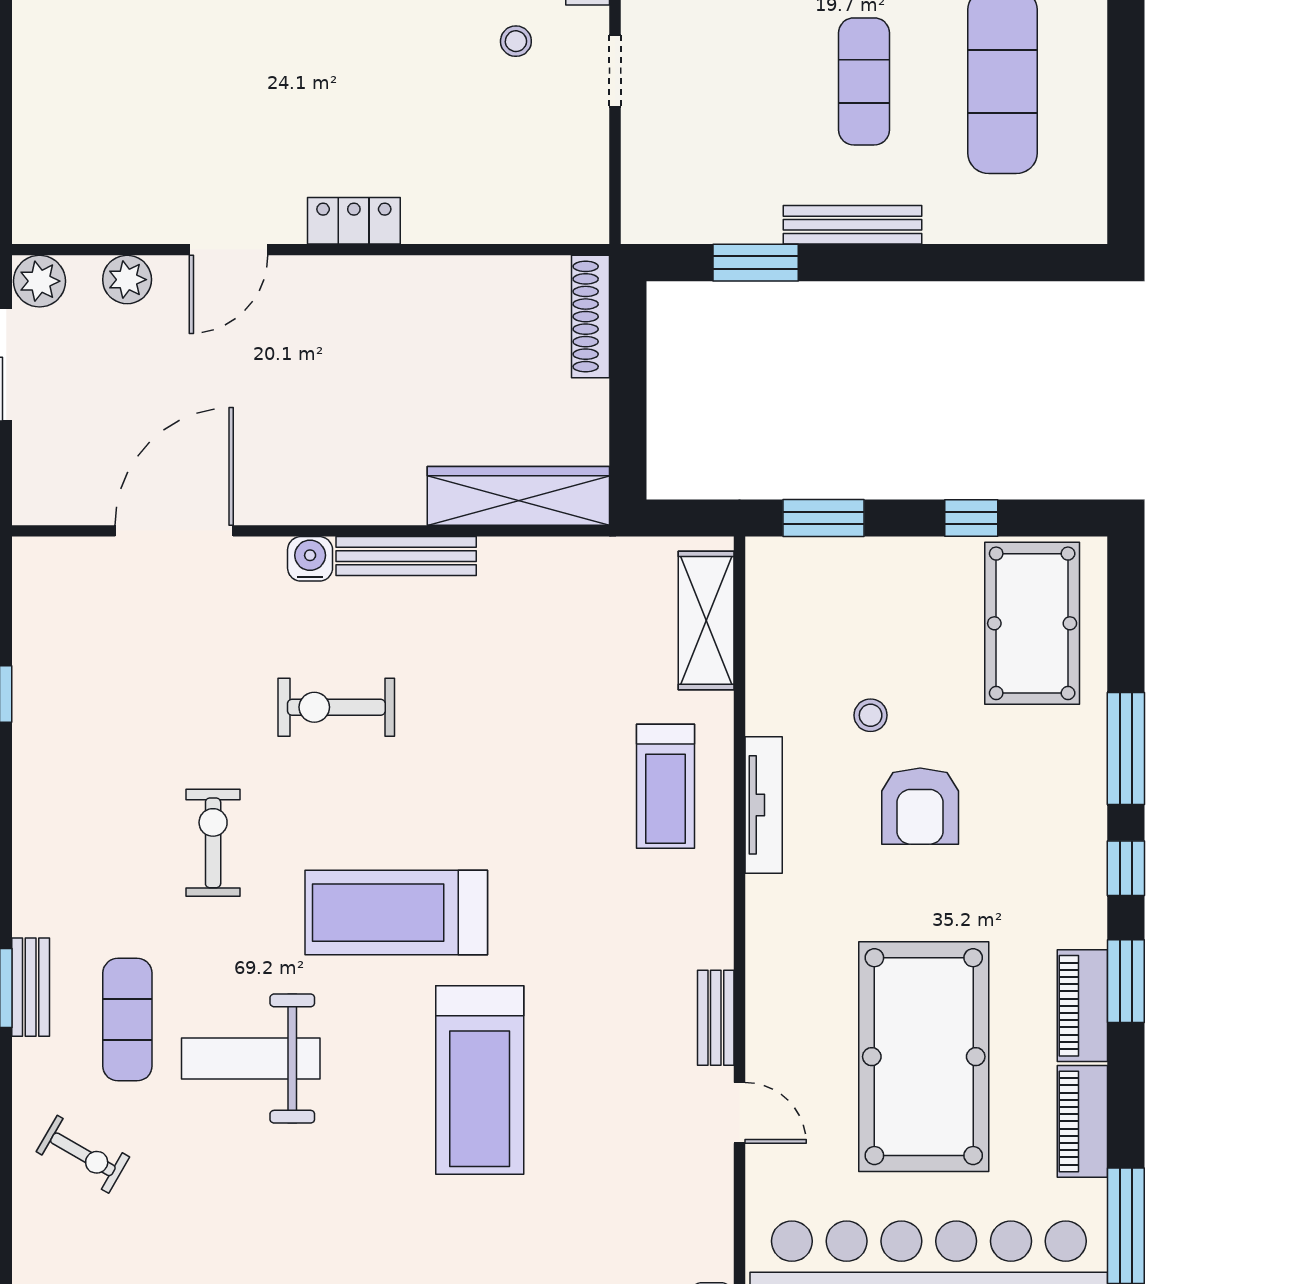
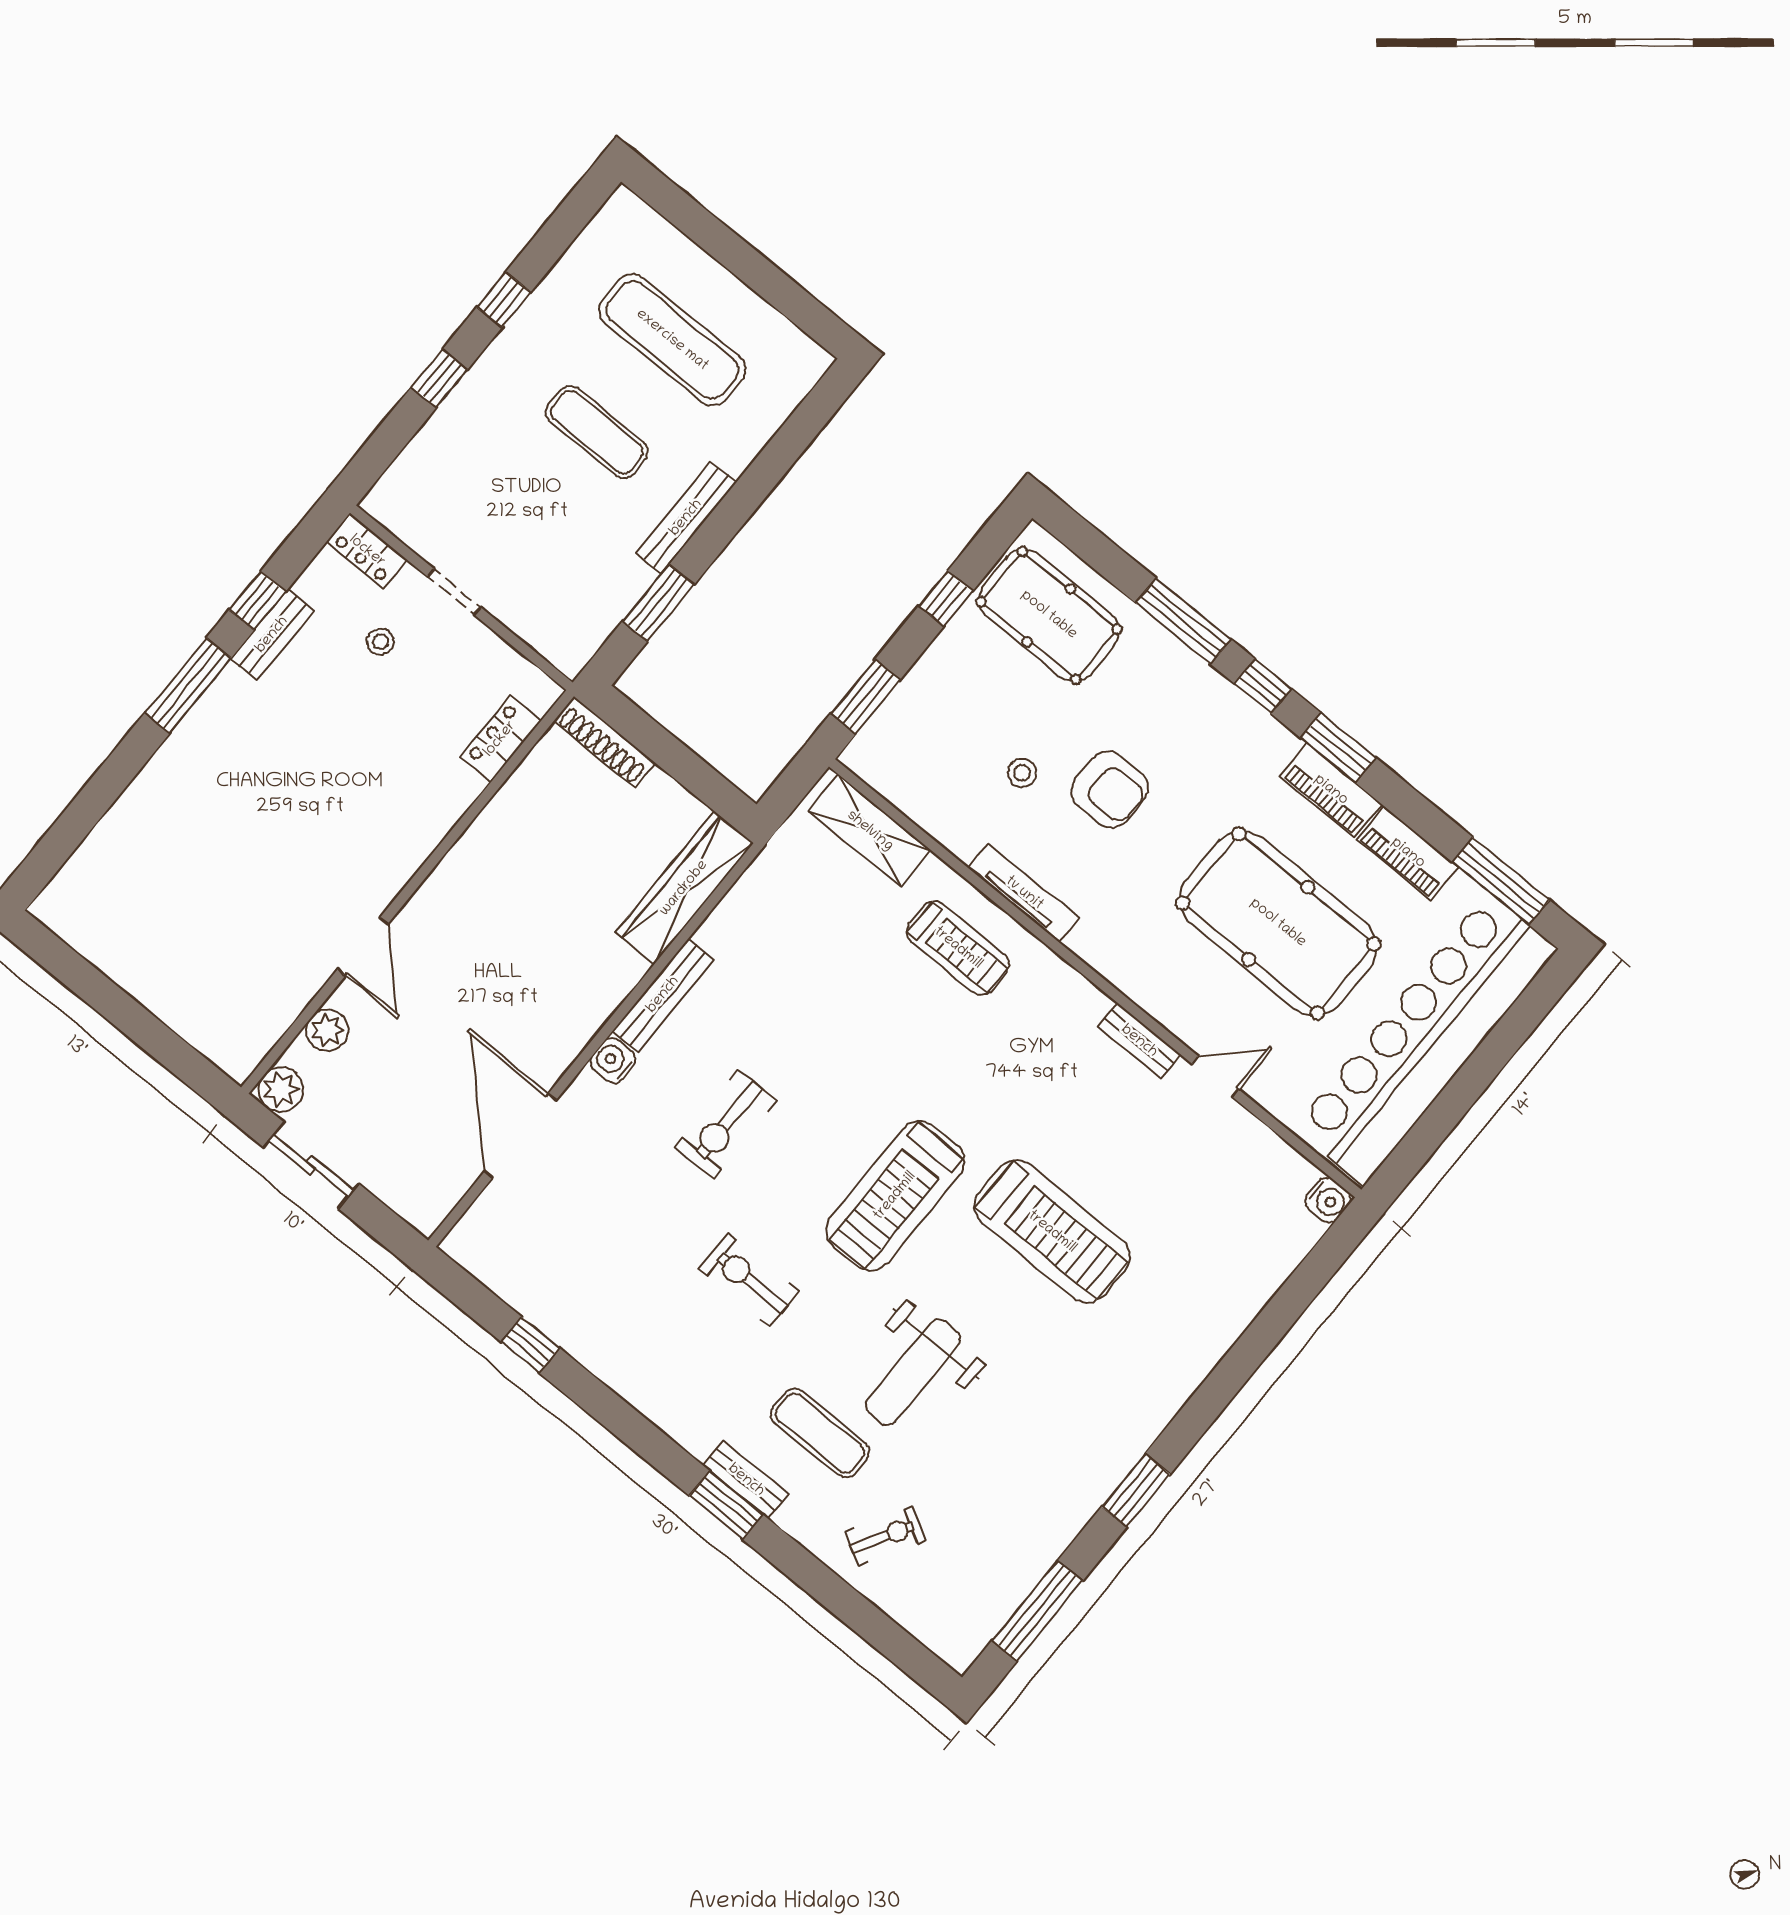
locker: (354, 221) -> (500, 739), moved

